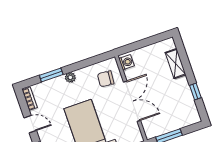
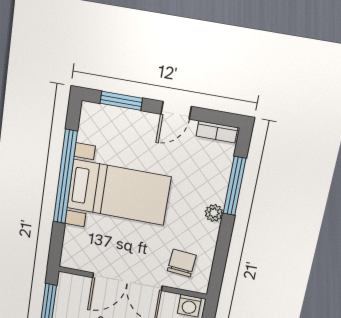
window: (51, 75) -> (235, 186), width x1.44

